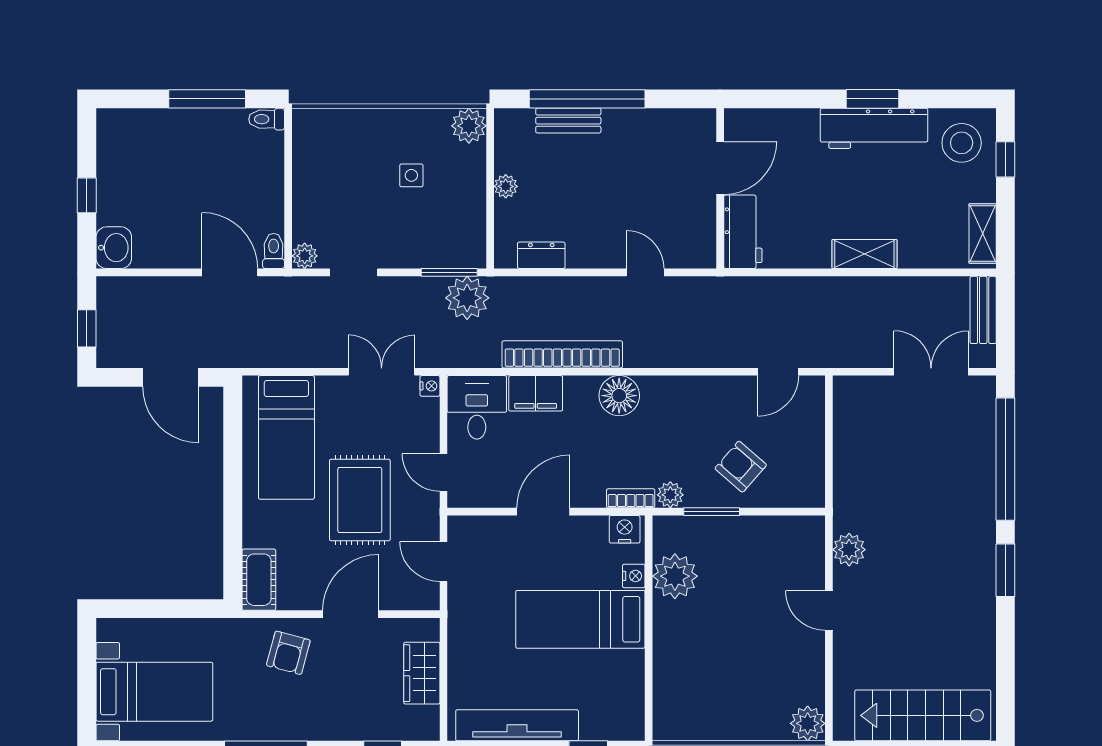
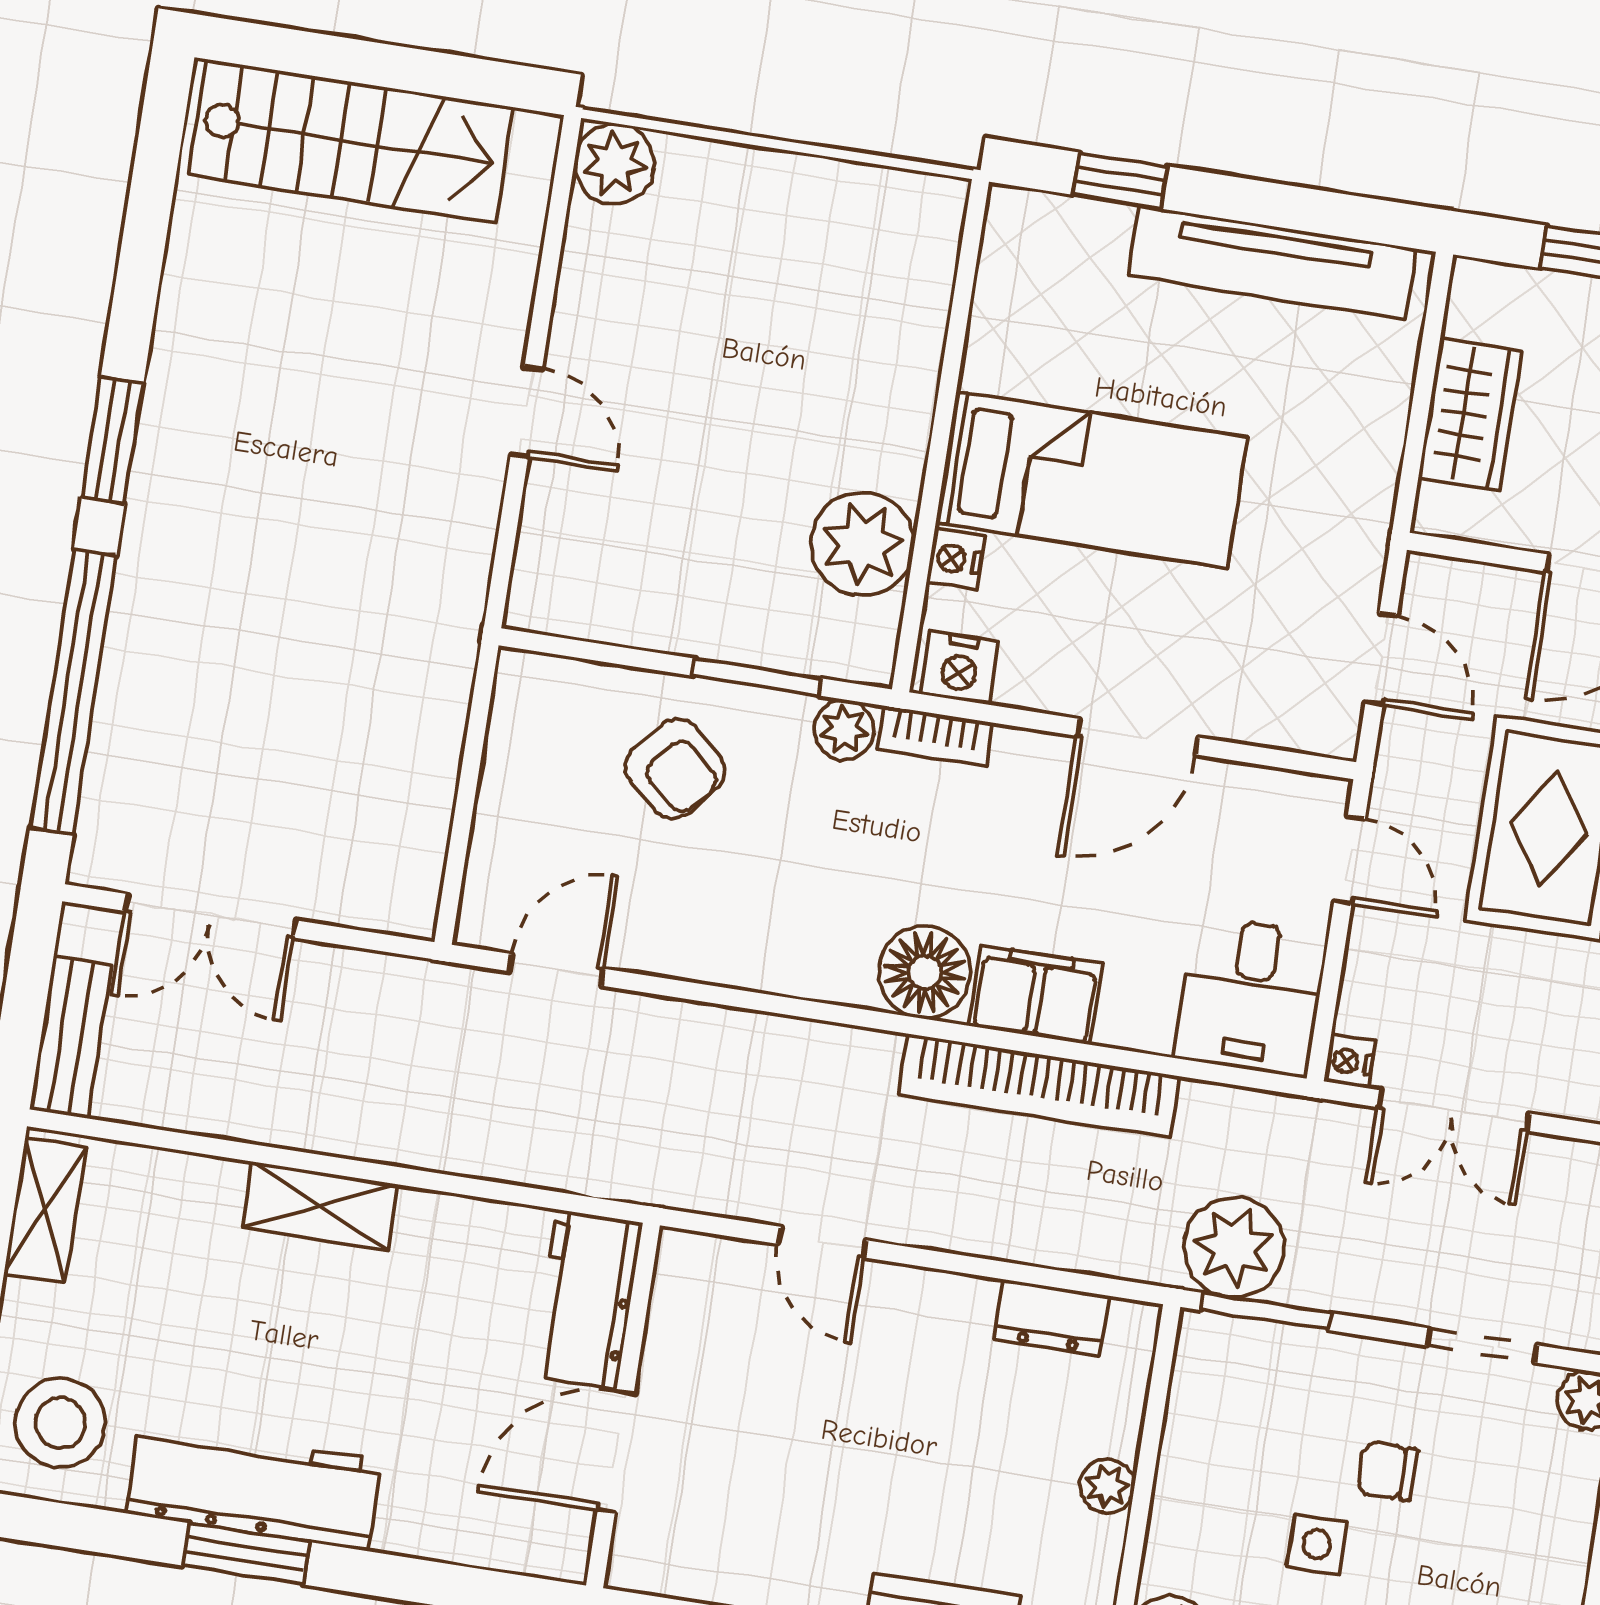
chair: (386, 212) -> (1388, 1471), added
filing cabinet: (536, 393) -> (1036, 995), moved
plant: (849, 550) -> (459, 542), removed

